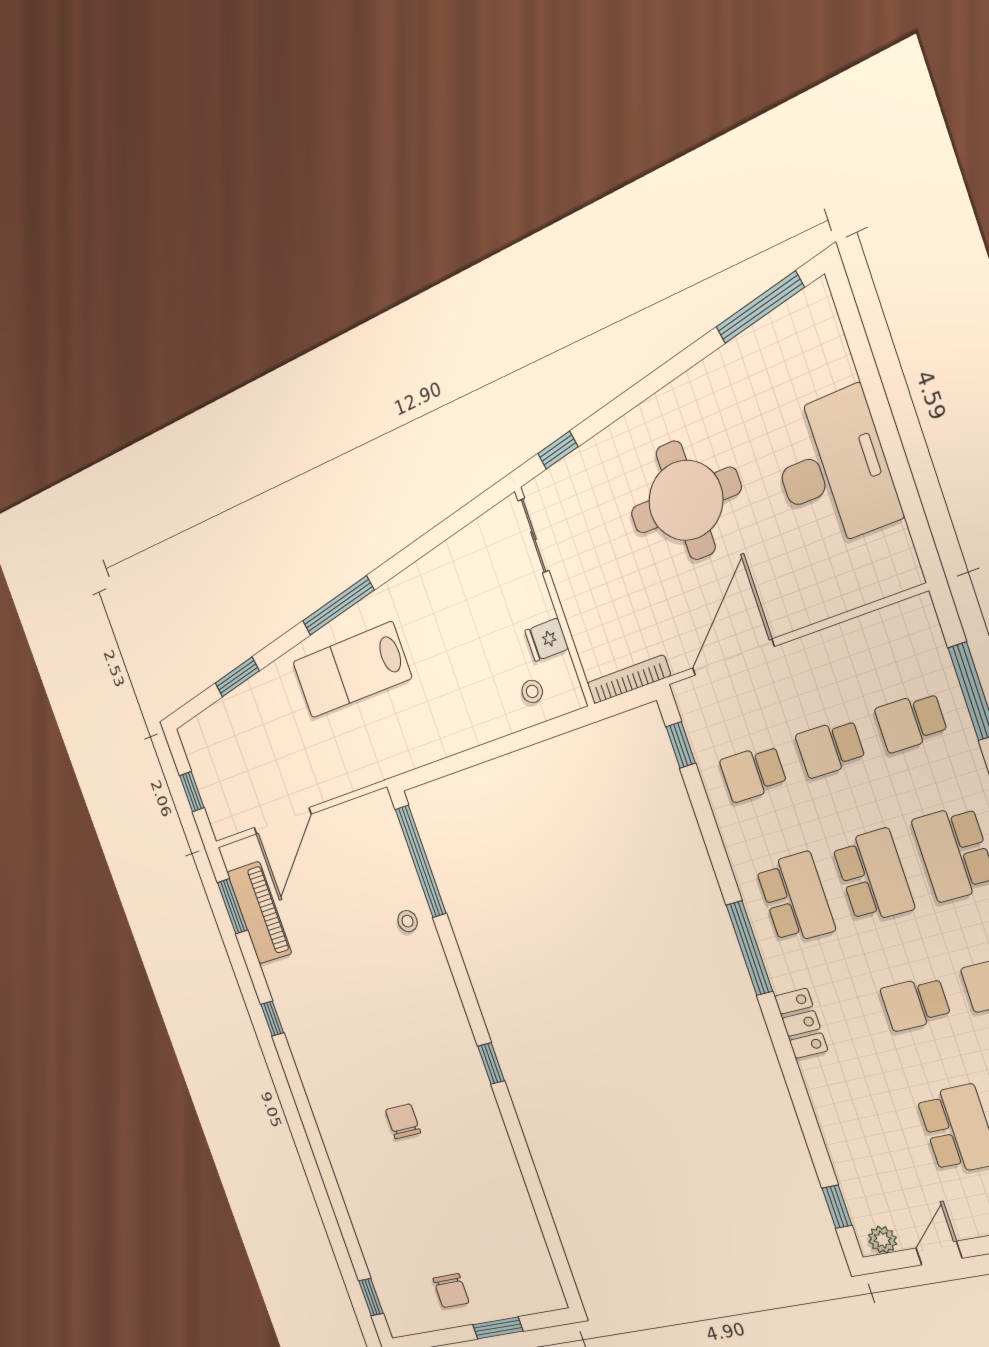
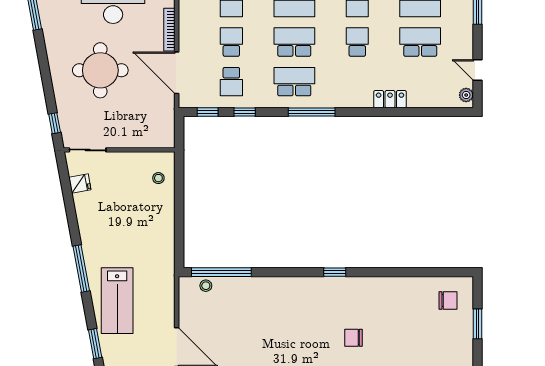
fridge: (547, 640) -> (80, 184), moved, turned -100
lab bench: (352, 670) -> (117, 301), moved
bookcase: (629, 679) -> (169, 30), moved
school desk: (830, 748) -> (231, 42), turned 180
stool: (408, 921) -> (206, 286), moved
school desk: (915, 1003) -> (357, 42), turned 180
locker: (801, 1023) -> (390, 99), moved
window: (837, 1207) -> (245, 112), moved
chair: (451, 1291) -> (448, 300), moved

